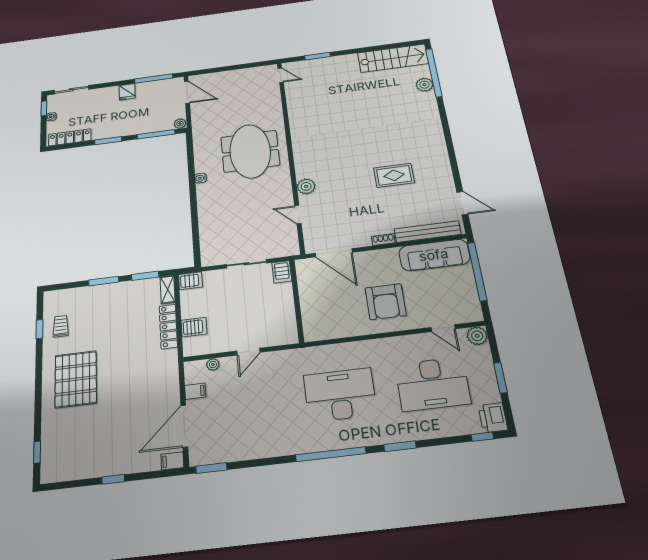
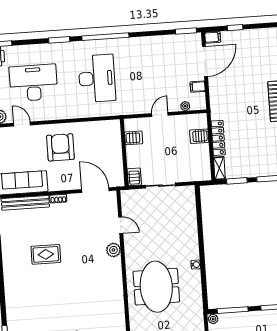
server rack: (190, 281) -> (134, 138), moved, turned 180
desk: (340, 395) -> (97, 78), turned -90
window: (113, 479) -> (235, 28), moved

